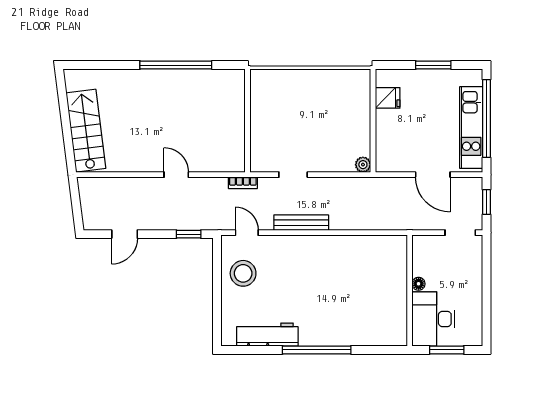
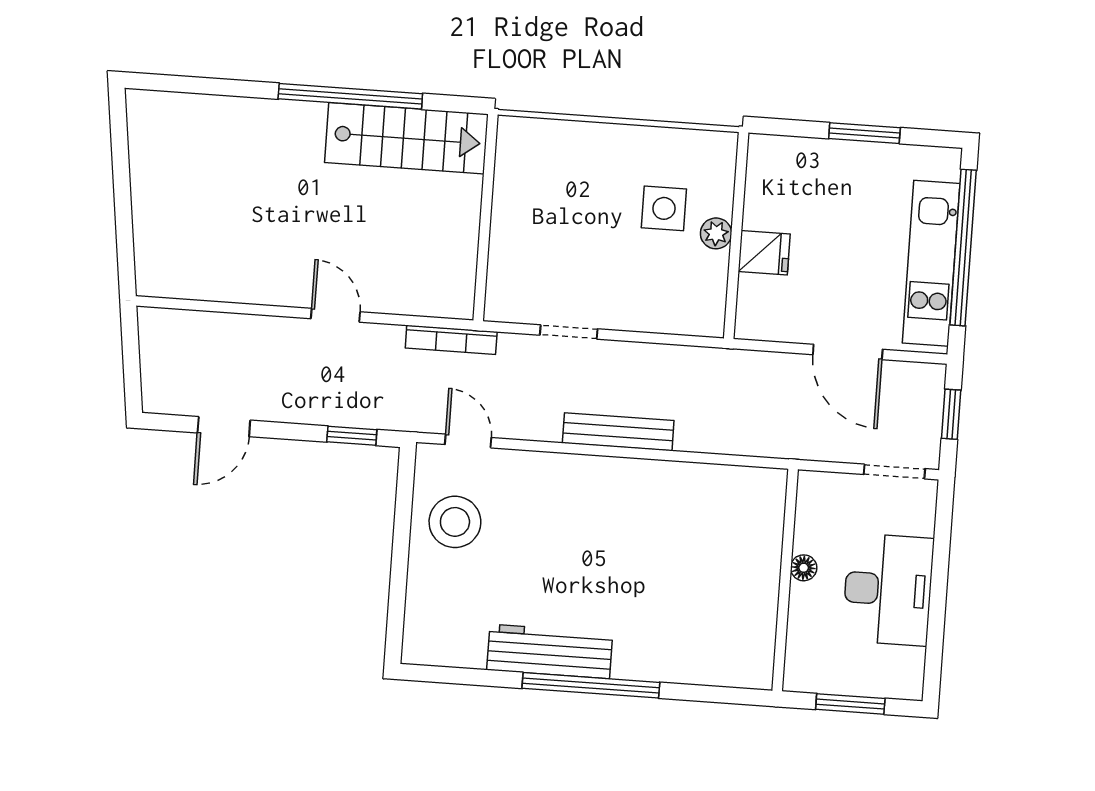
fridge: (388, 98) -> (764, 253), moved
side table: (336, 110) -> (664, 208), added
stairs: (86, 131) -> (406, 138), moved, turned 97
plant: (363, 165) -> (716, 233), moved
bookcase: (243, 183) -> (451, 340), width x1.56
bench: (301, 223) -> (618, 432), moved
desk: (433, 319) -> (888, 589), moved, turned 180
workbench: (267, 335) -> (550, 651), moved

